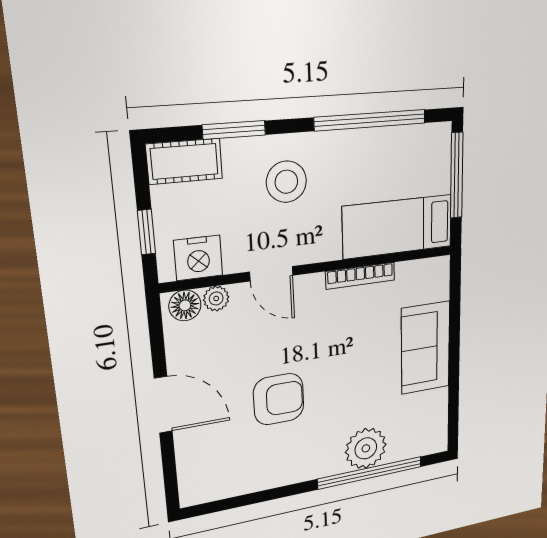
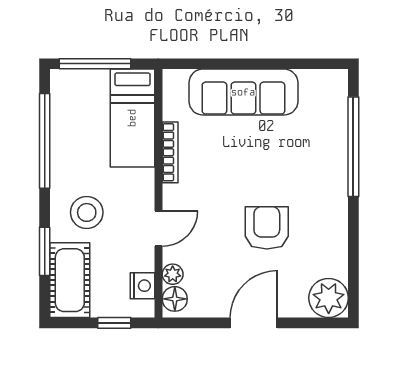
cot: (185, 161) -> (70, 280), width x1.37, depth x1.34
nightstand: (198, 258) -> (142, 286), width x0.74, depth x0.75
sofa: (426, 348) -> (243, 92), width x1.36
plant: (366, 448) -> (329, 298), moved

